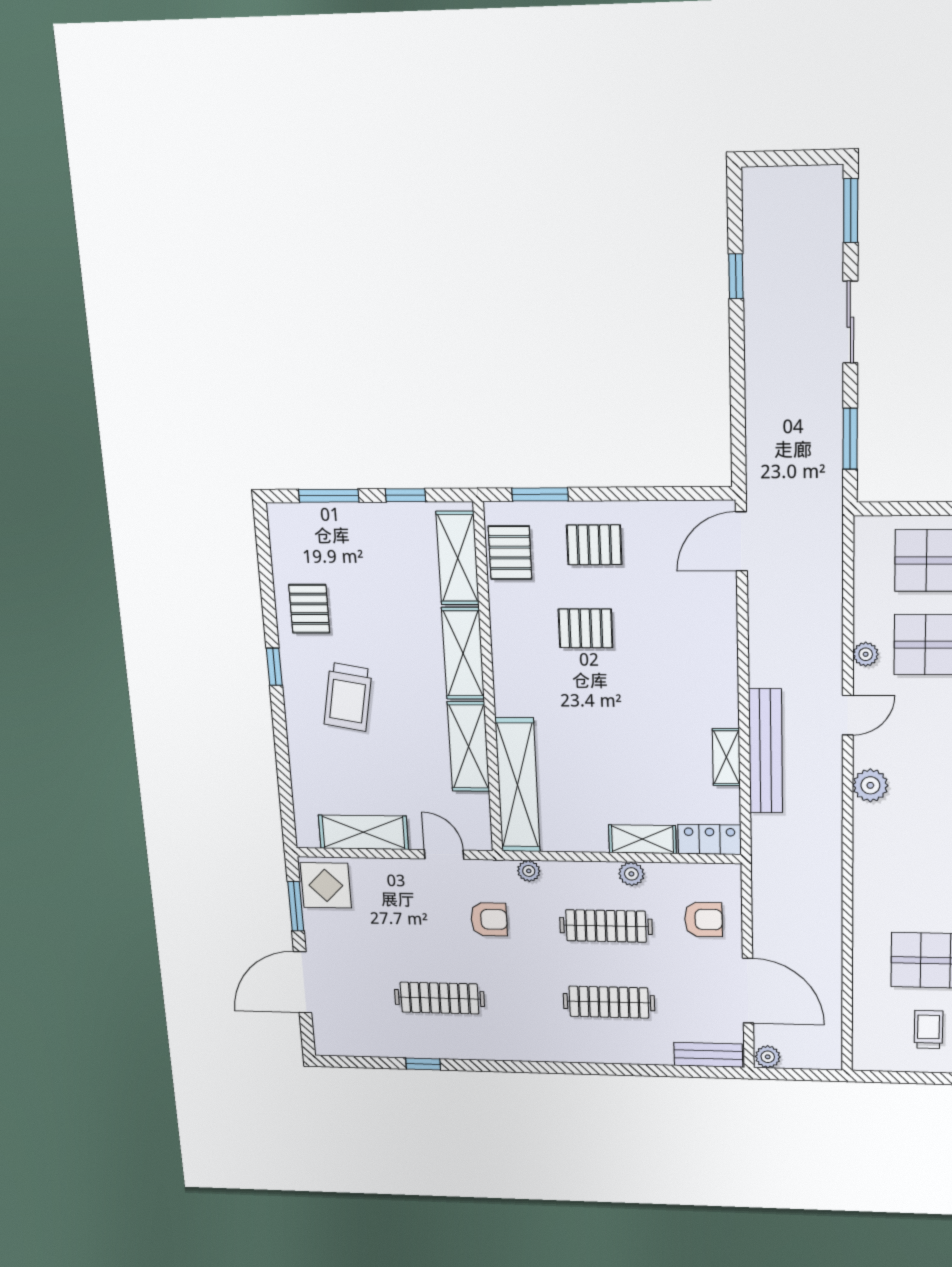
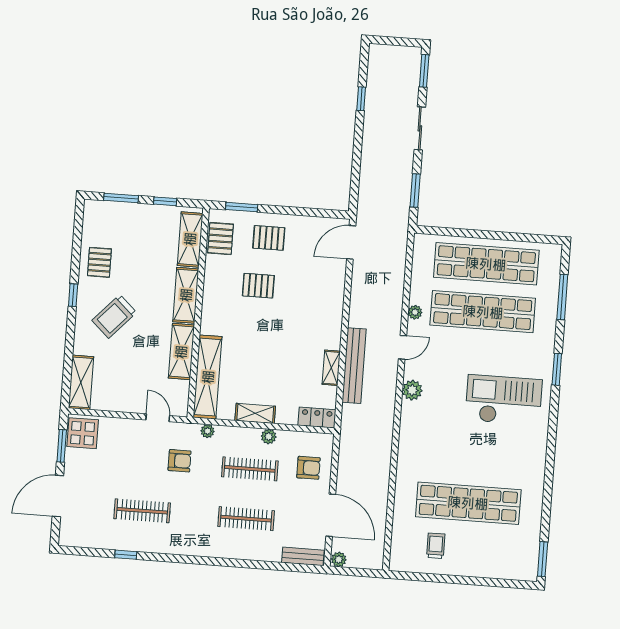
trolley: (348, 697) -> (114, 316), turned 33
shelving: (363, 832) -> (81, 382), moved, turned 90
shelving: (642, 839) -> (255, 413), moved

